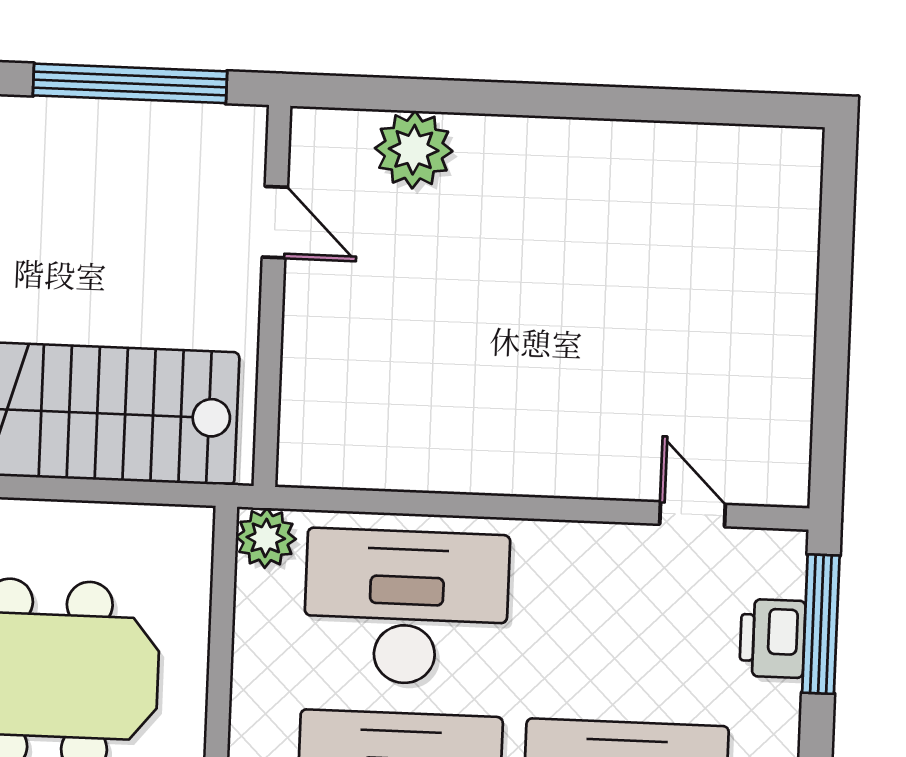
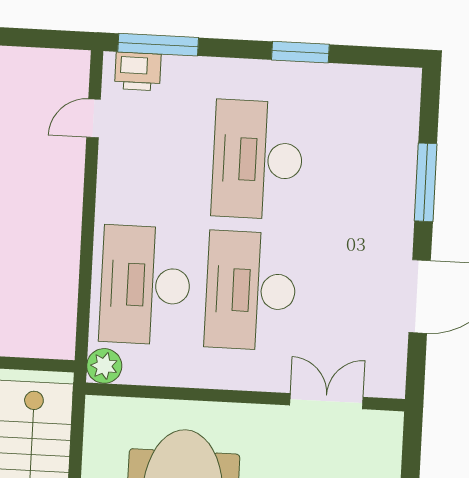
printer: (772, 638) -> (138, 71), moved

